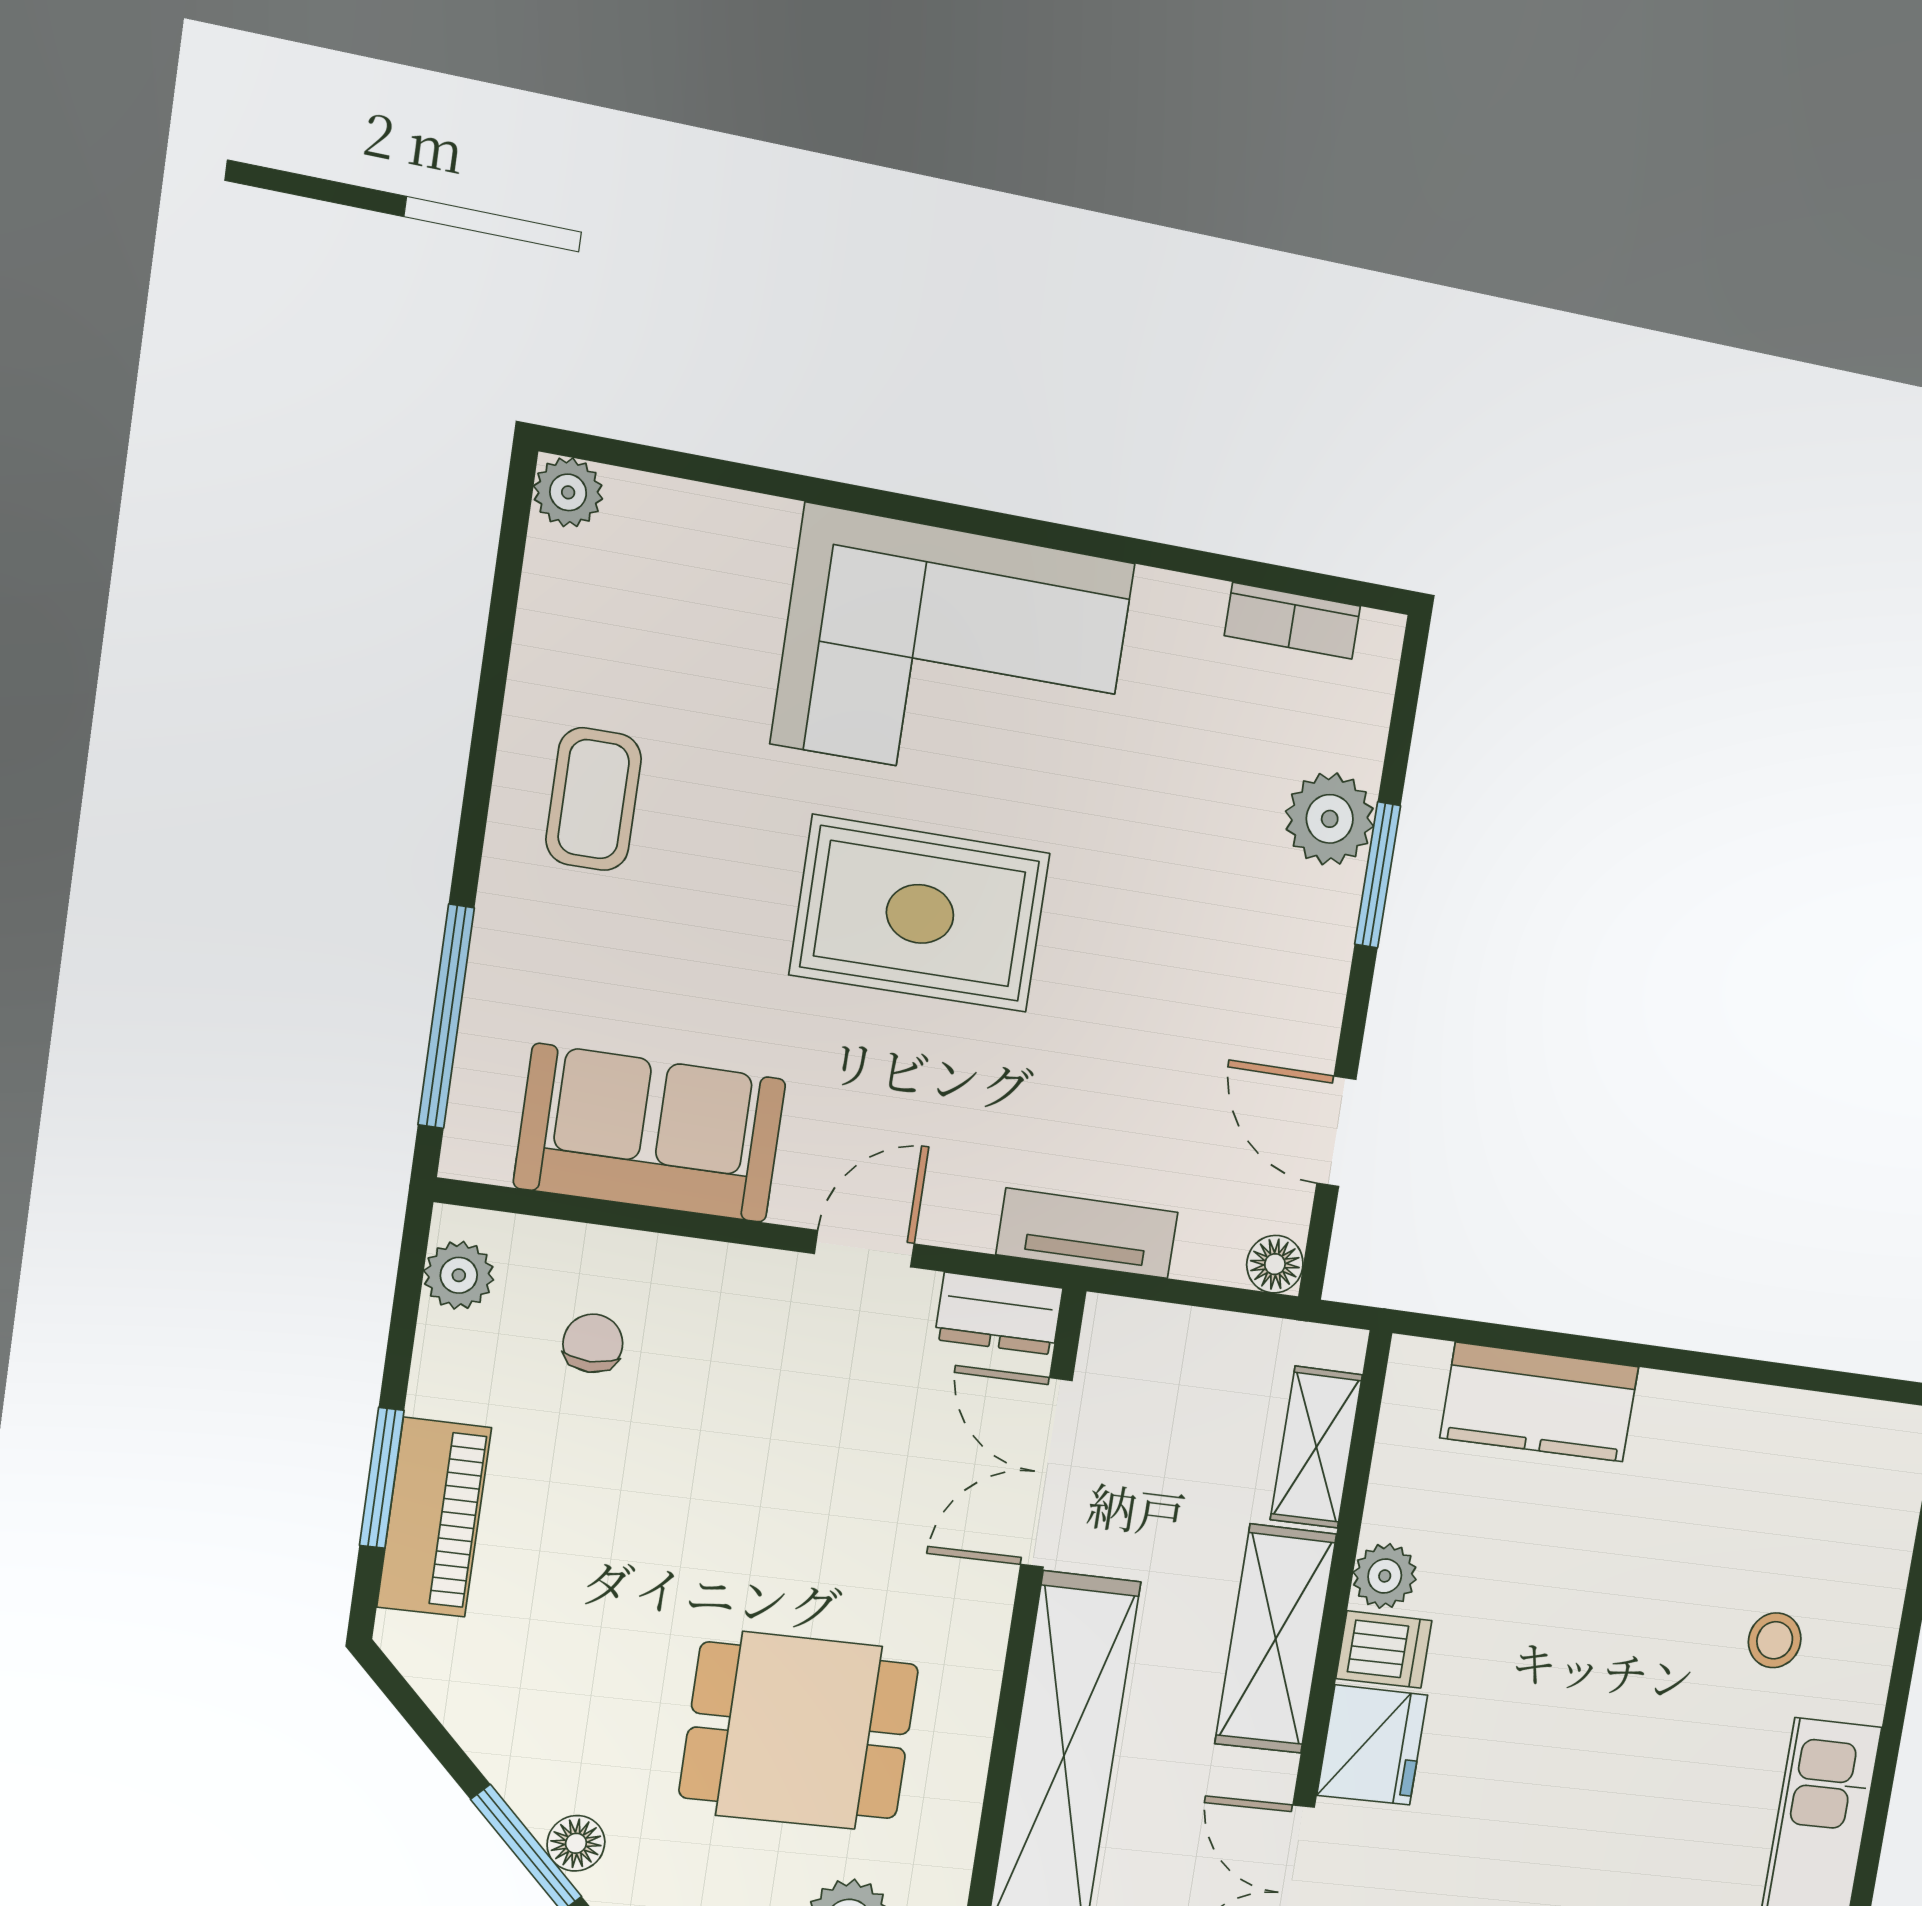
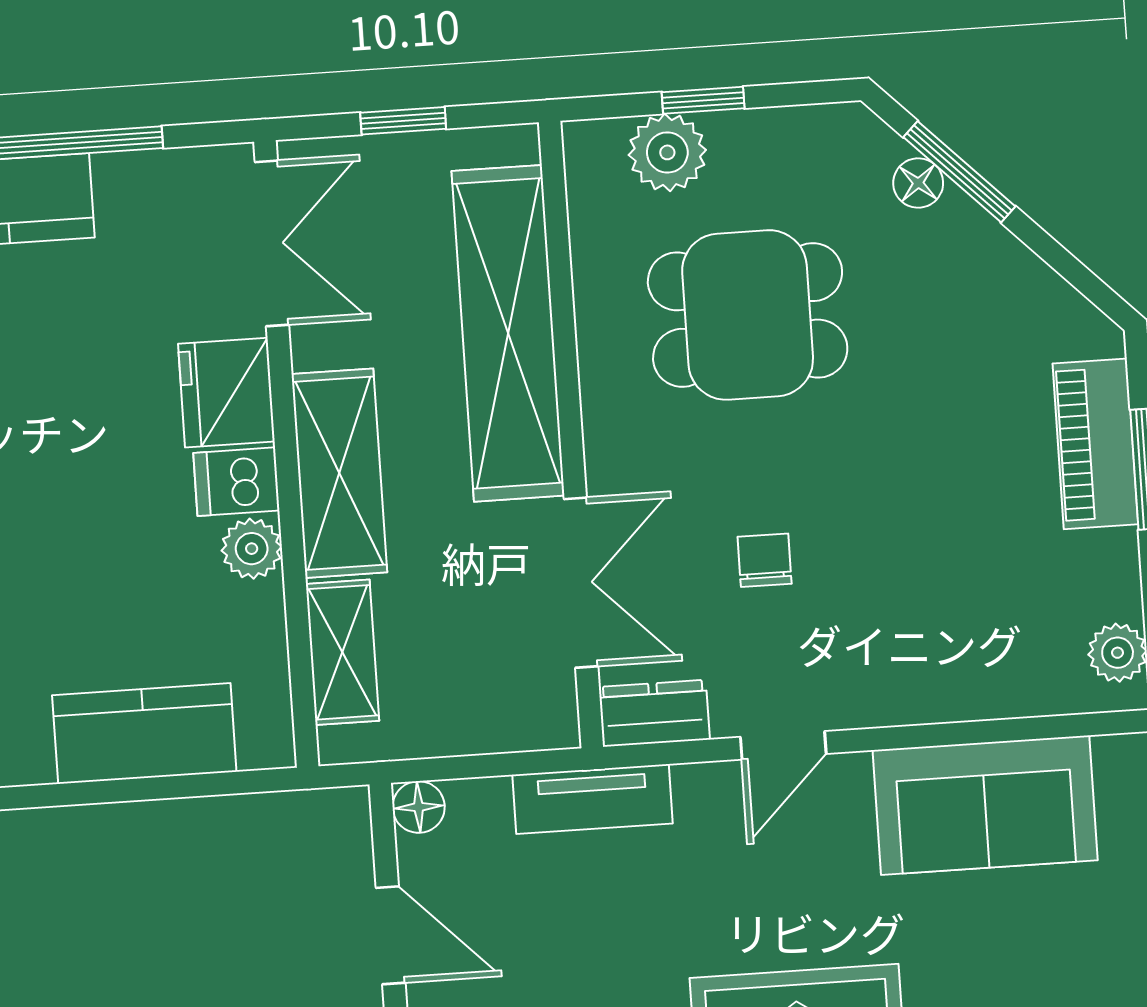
chair: (593, 1343) -> (765, 560), moved, turned 180

